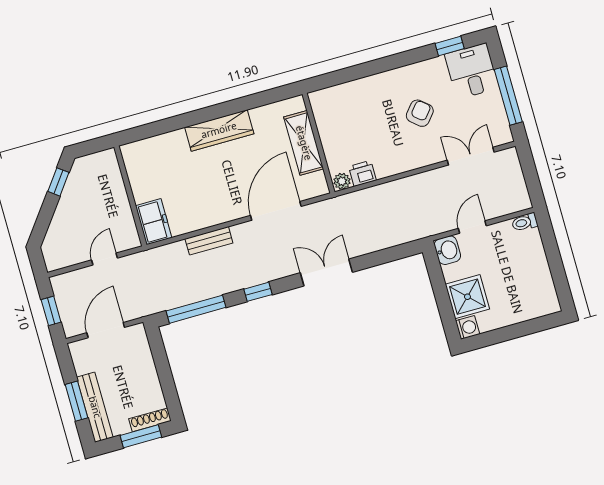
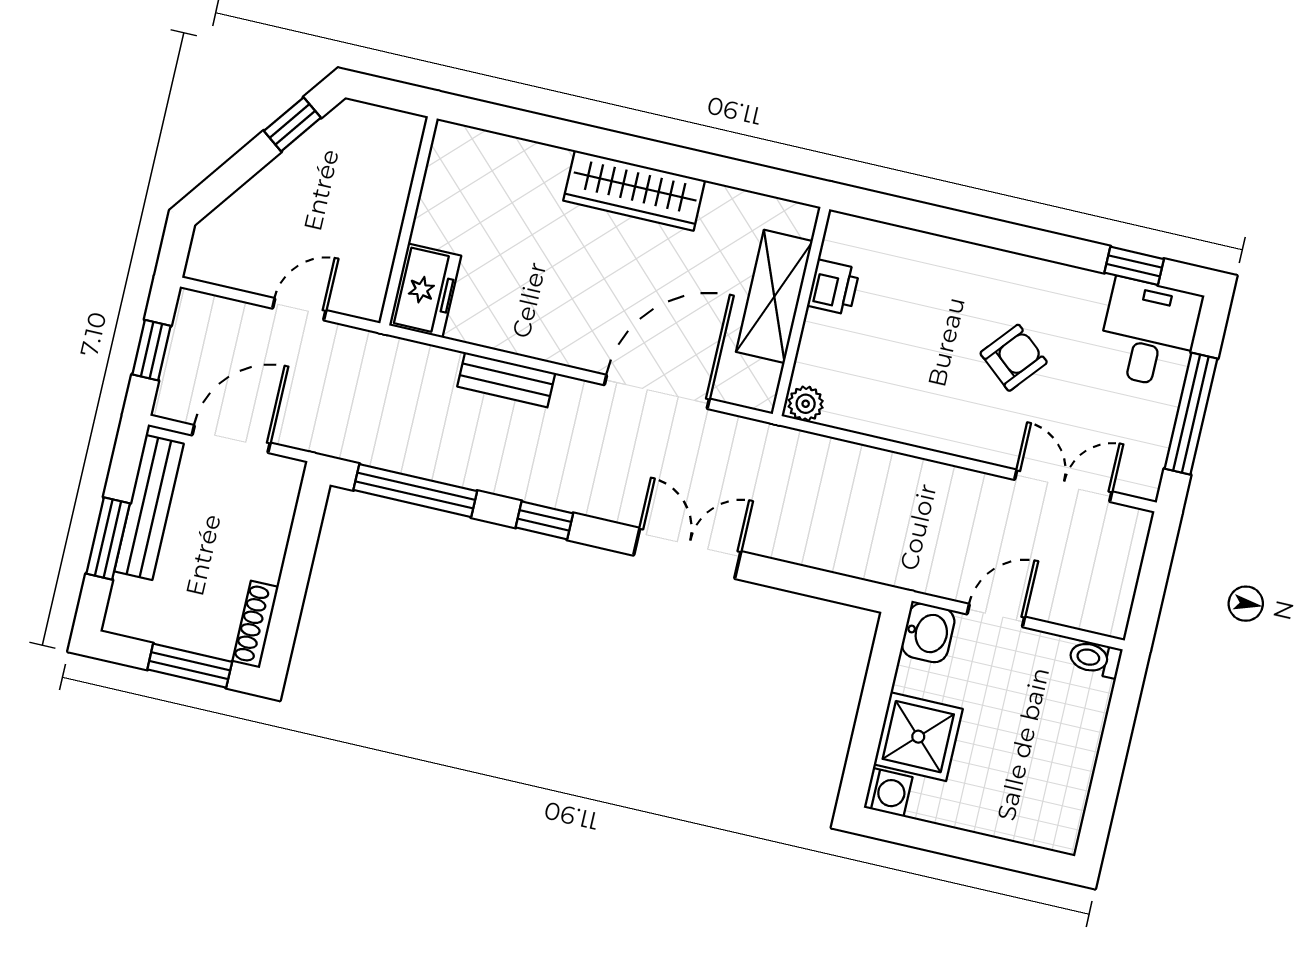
printer: (362, 173) -> (833, 287), moved, turned 90
bench: (95, 407) -> (149, 508), moved
shoe rack: (150, 420) -> (255, 624), moved, turned -90

